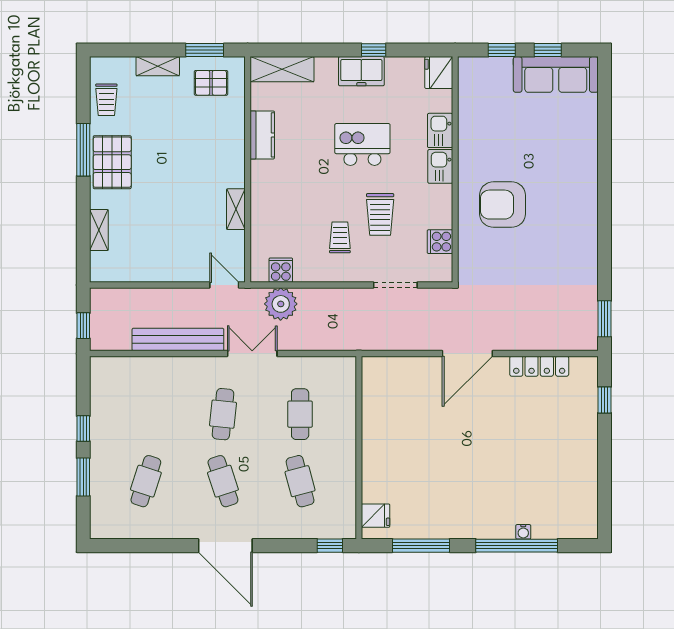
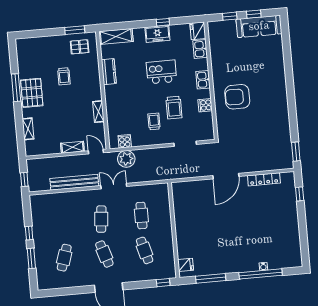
shelving: (158, 66) -> (72, 147), moved
trolley: (106, 100) -> (64, 76), moved
kitchen sink: (440, 130) -> (200, 49), moved
cooker: (440, 242) -> (205, 105), moved

